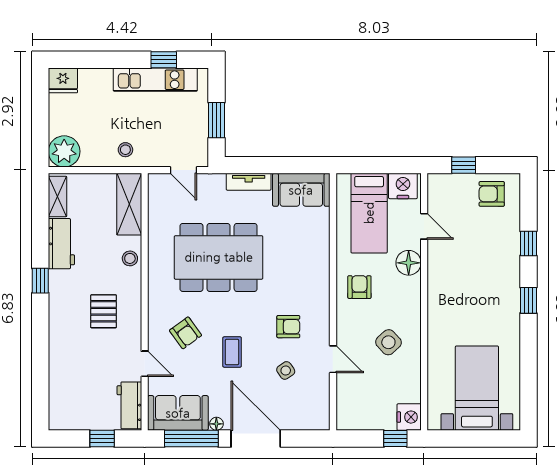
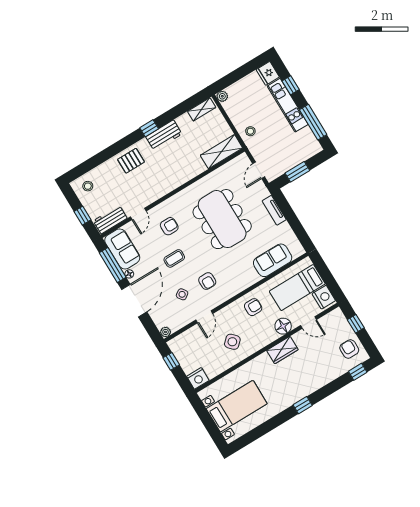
window: (97, 60) -> (291, 85), added
window: (164, 60) -> (313, 122), width x2.17
kitchen unit: (155, 80) -> (288, 105), moved
plant: (64, 151) -> (222, 96), width x0.53, depth x0.53
sofa: (301, 190) -> (273, 260), moved, turned 90
door: (424, 226) -> (309, 322), hinge flipped
window: (528, 243) -> (358, 372), moved
workbench: (61, 244) -> (164, 135), moved
stool: (130, 258) -> (88, 186), moved
wardrobe: (439, 283) -> (282, 350), added
pallet: (104, 311) -> (131, 161), moved
armchair: (186, 333) -> (169, 226), turned -144
plant: (322, 423) -> (166, 332), added
window: (395, 439) -> (171, 361), moved

